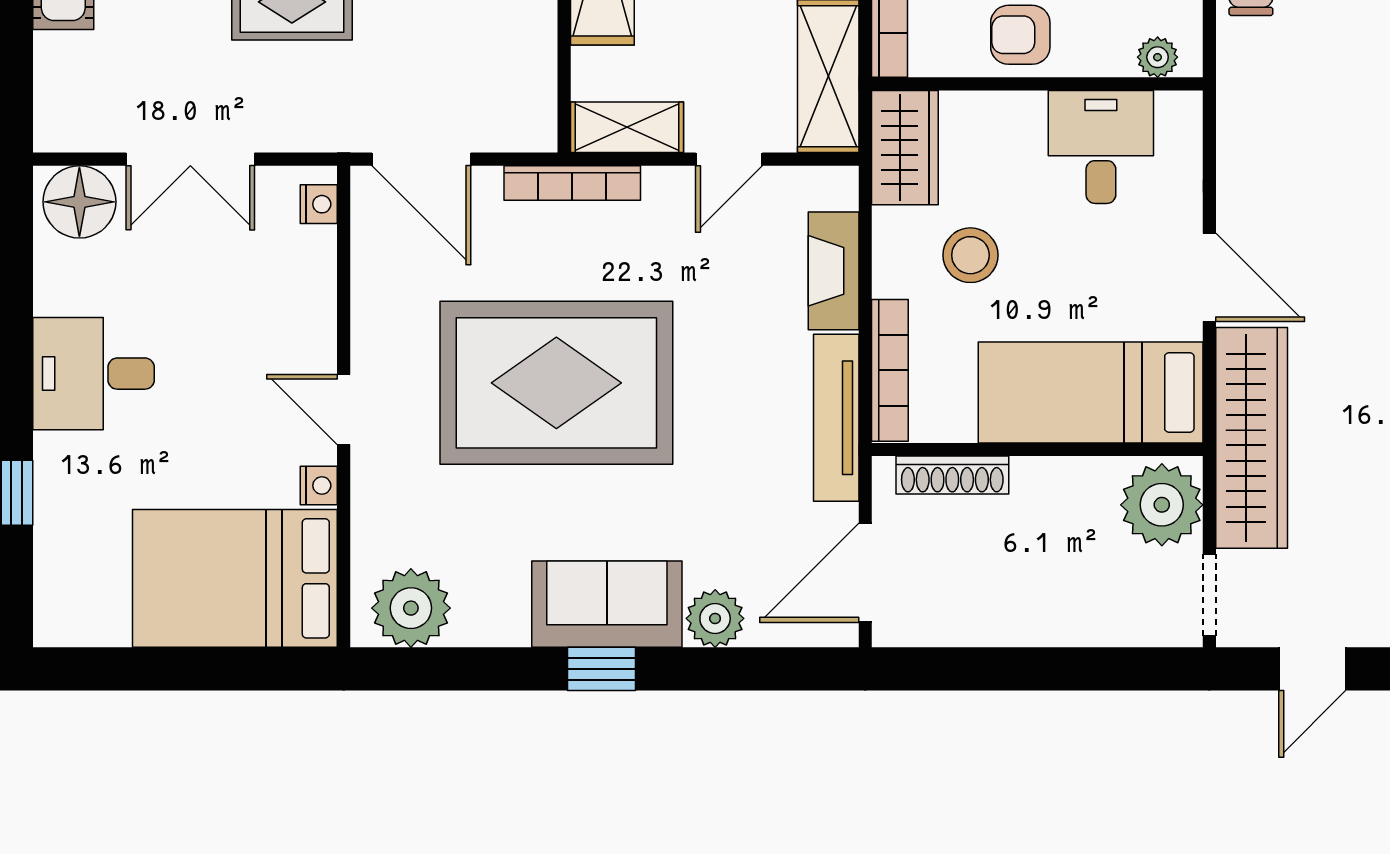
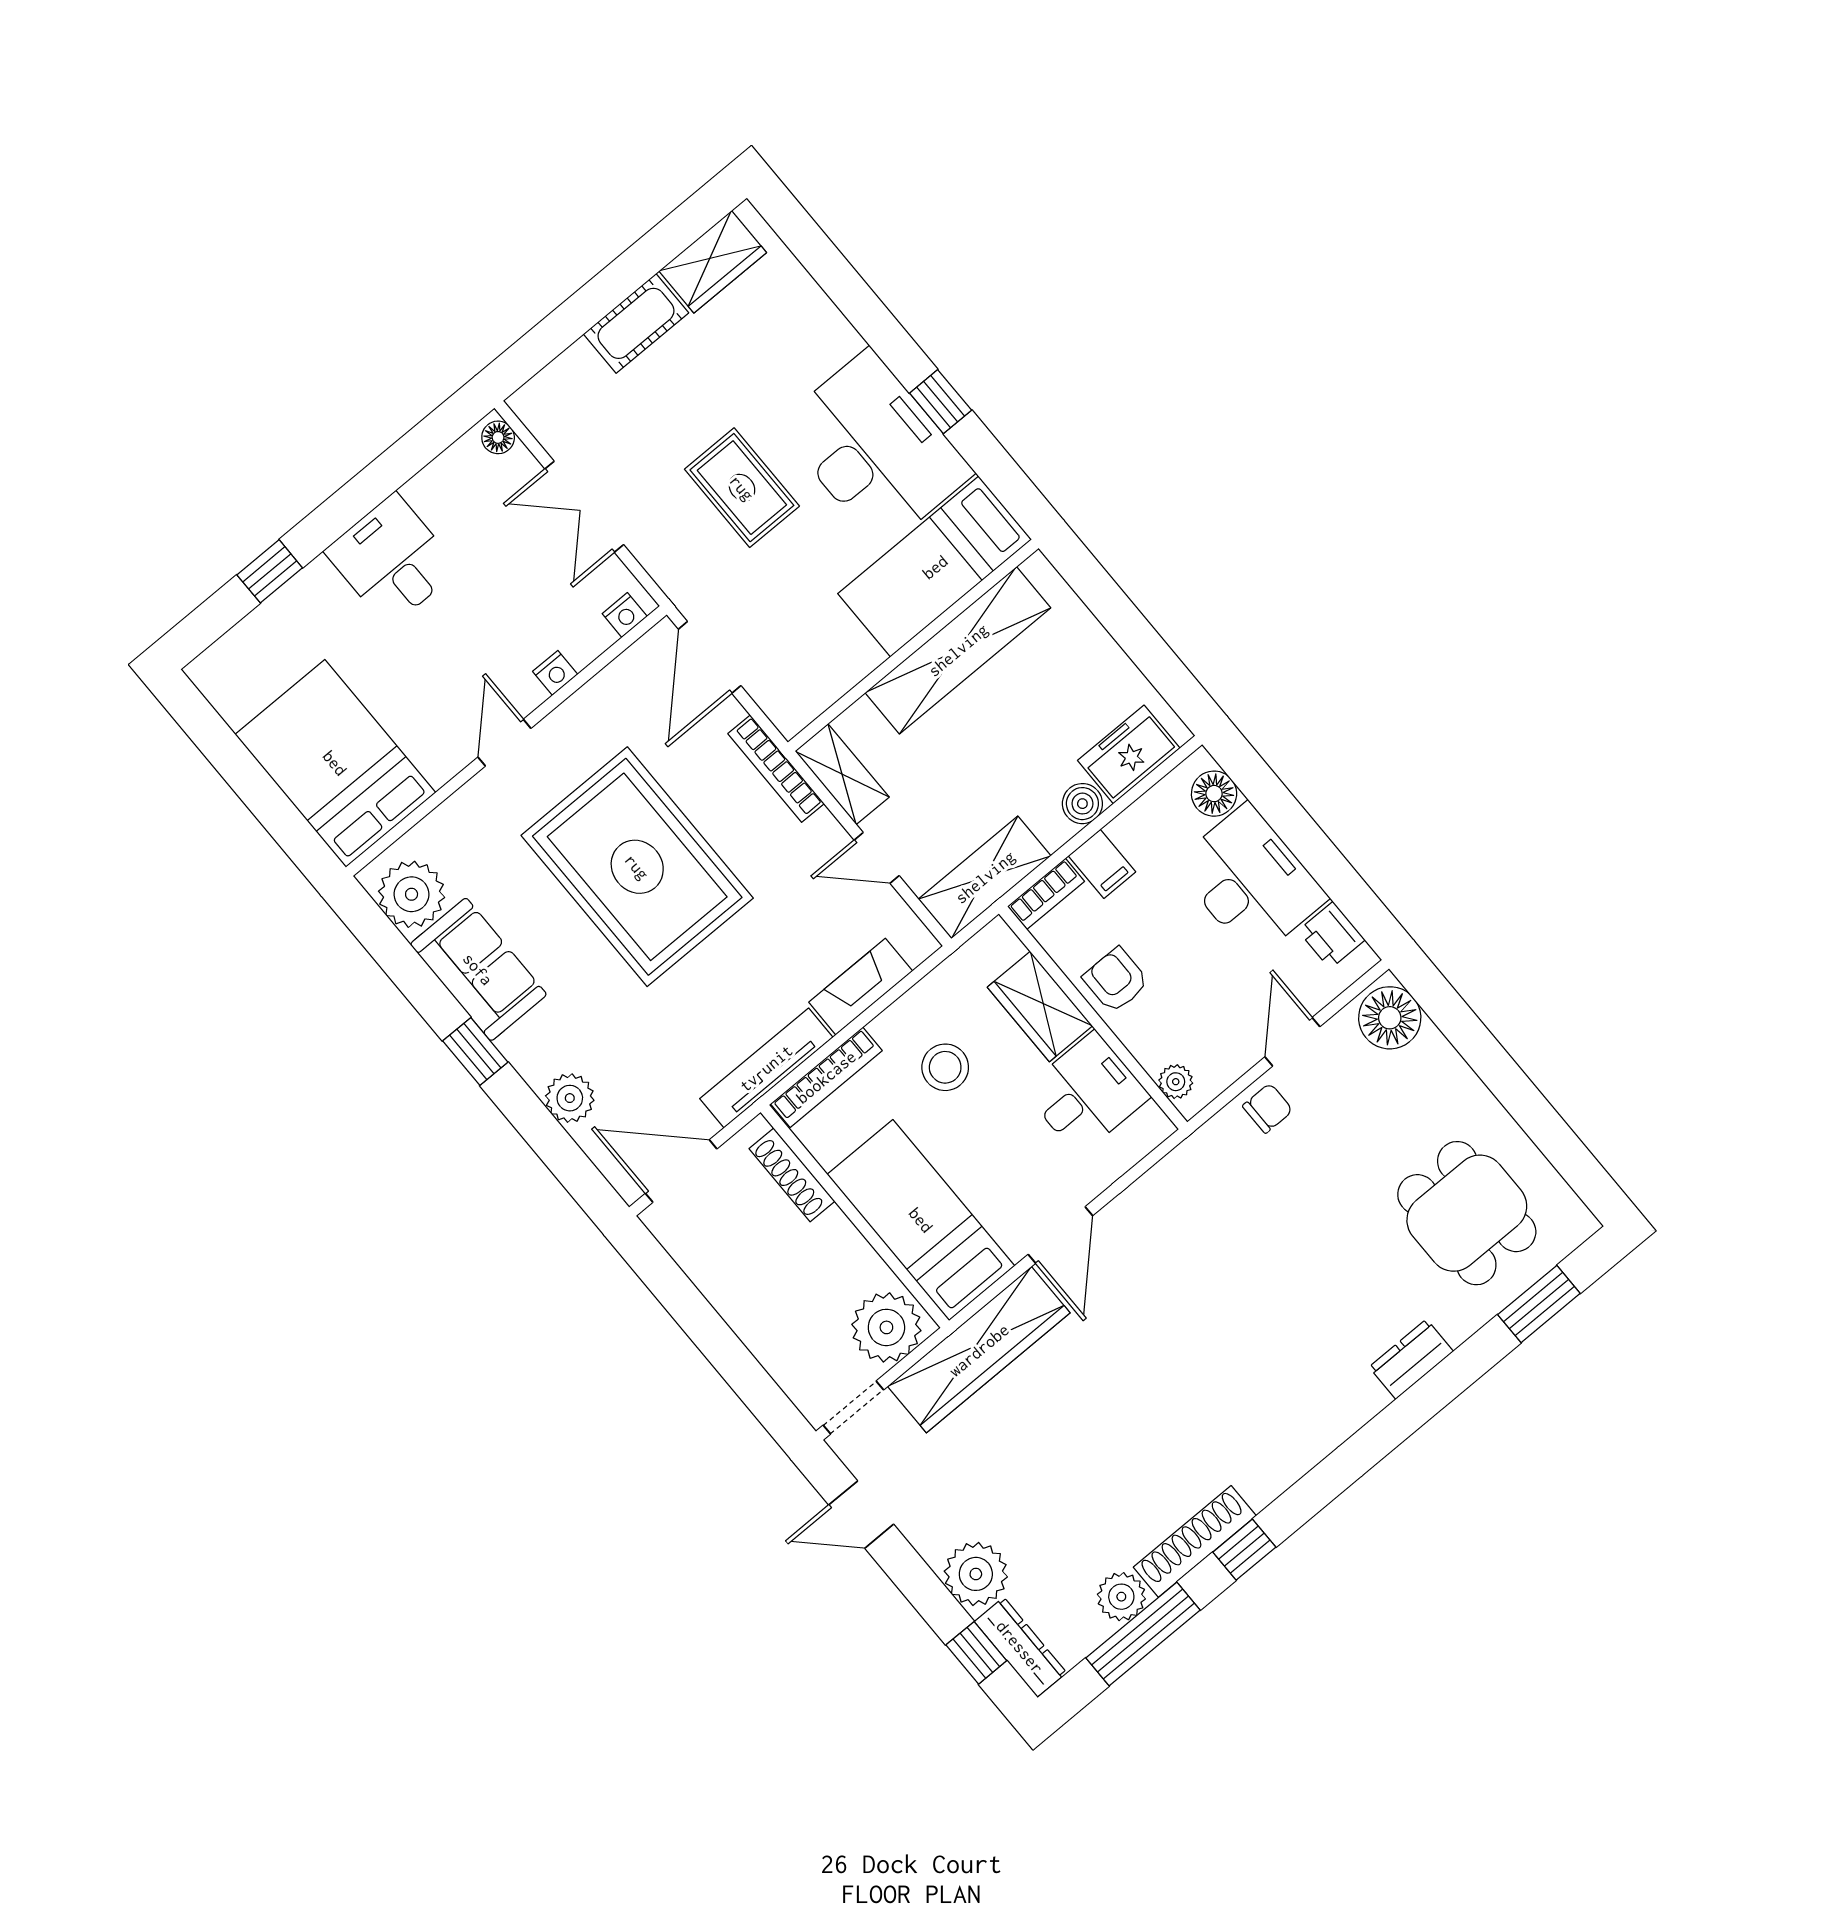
wardrobe: (905, 148) -> (1040, 1007), moved, turned 90
floor lamp: (79, 202) -> (498, 437), width x0.53, depth x0.53
nightstand: (319, 485) -> (555, 673), moved
sofa: (607, 604) -> (478, 969), moved

